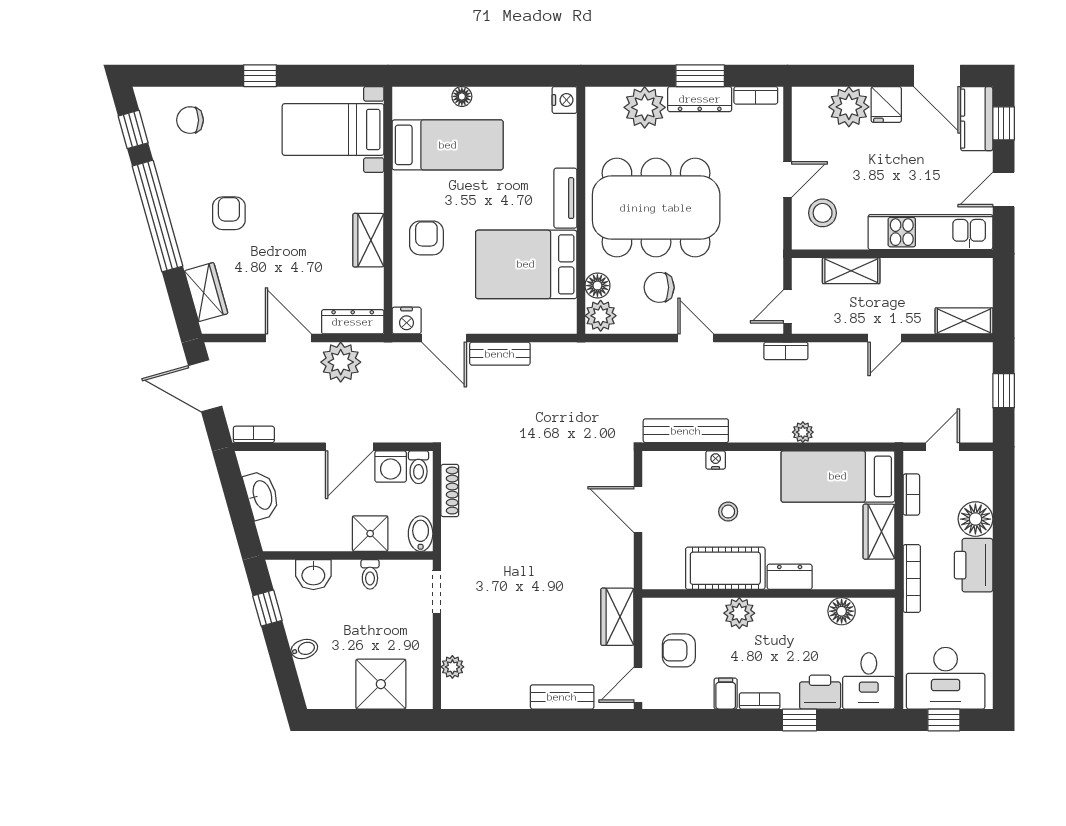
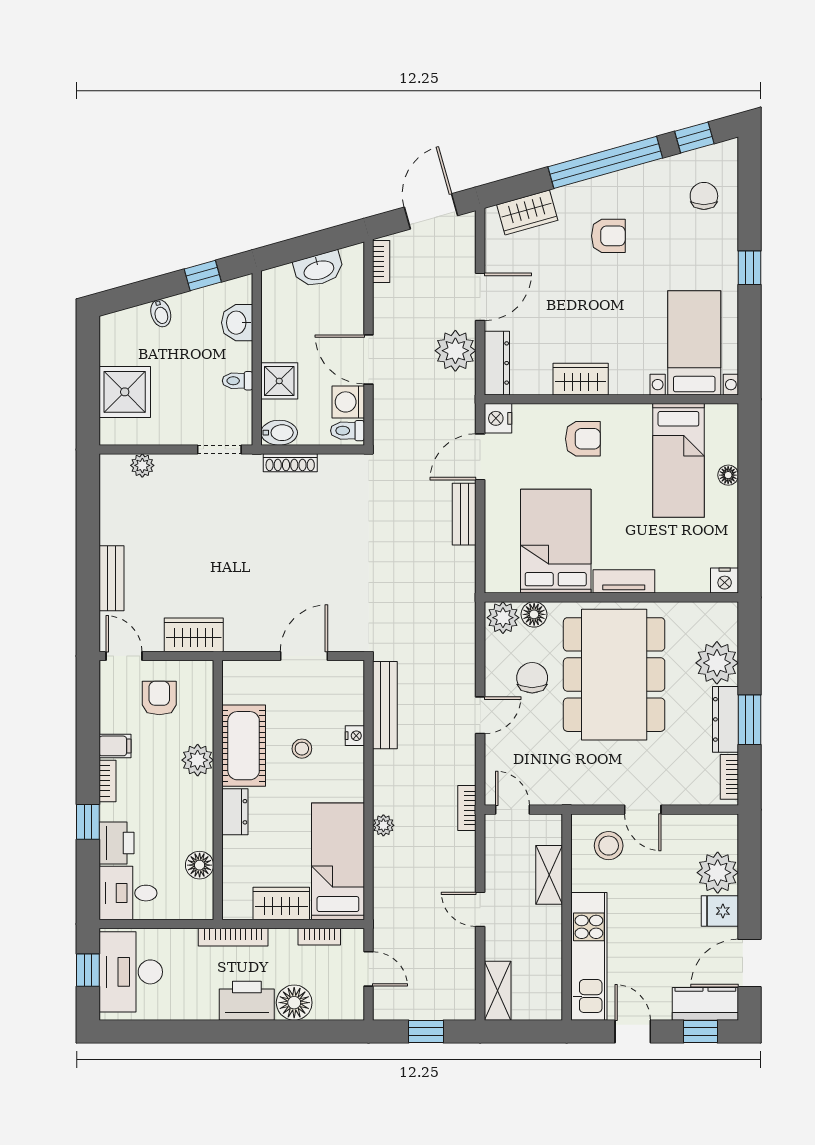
shoe rack: (450, 491) -> (290, 463), moved

